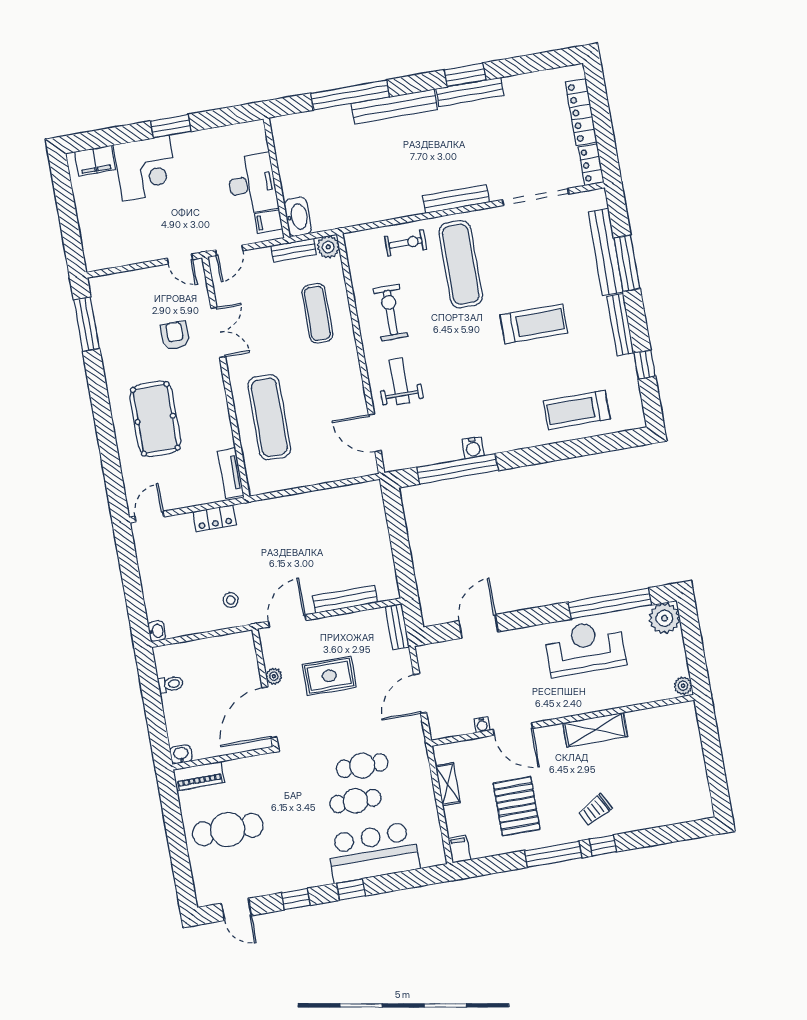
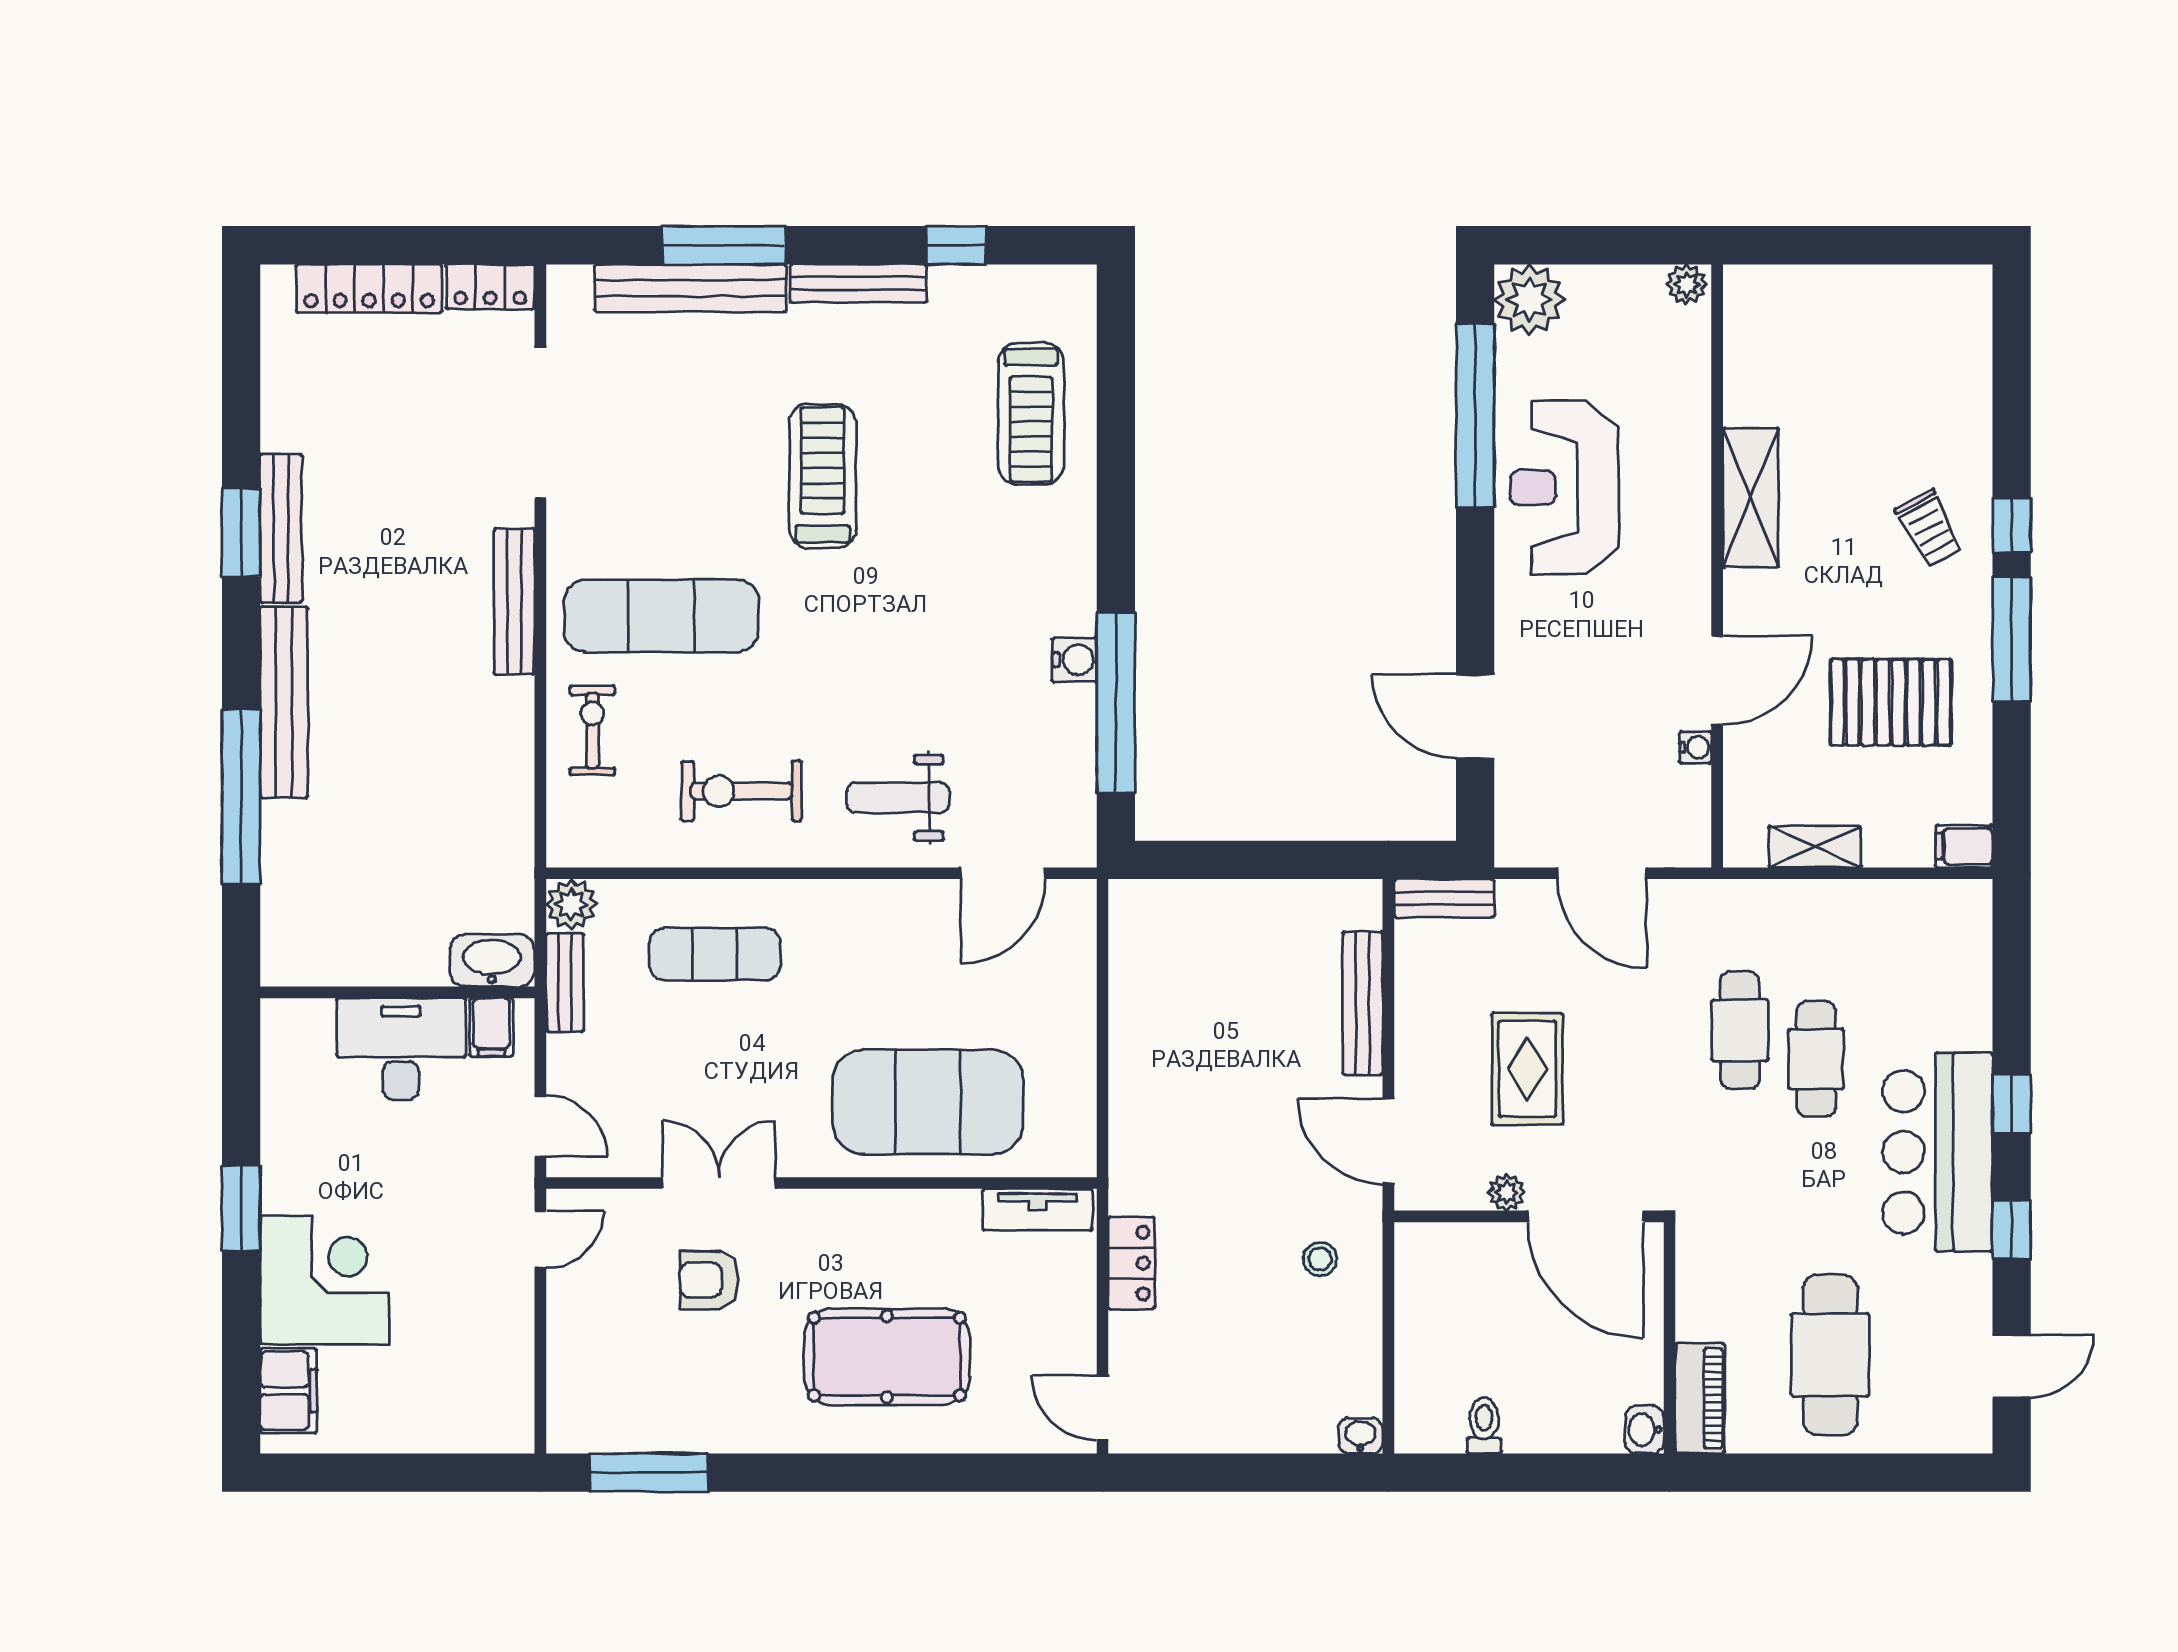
exercise mat: (269, 417) -> (928, 1102), width x1.47
bar counter: (373, 852) -> (1937, 1152), moved

